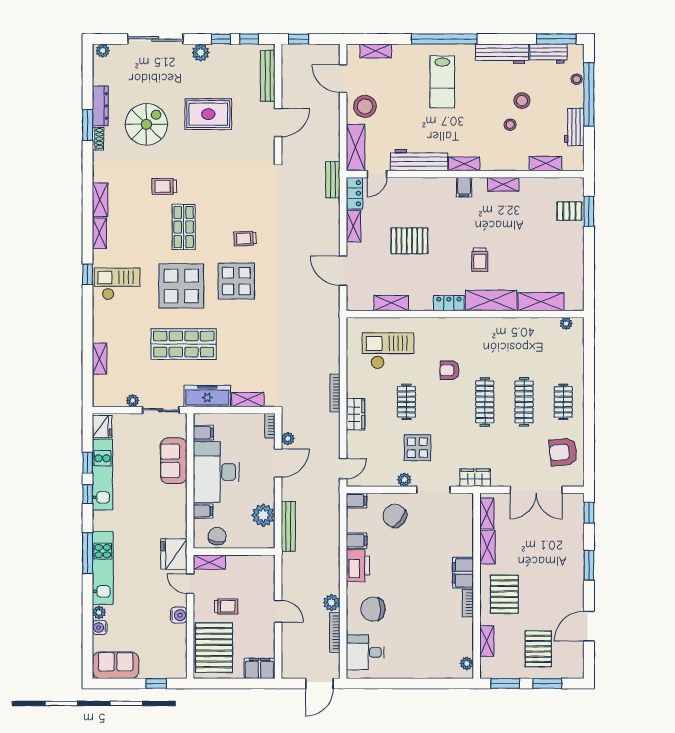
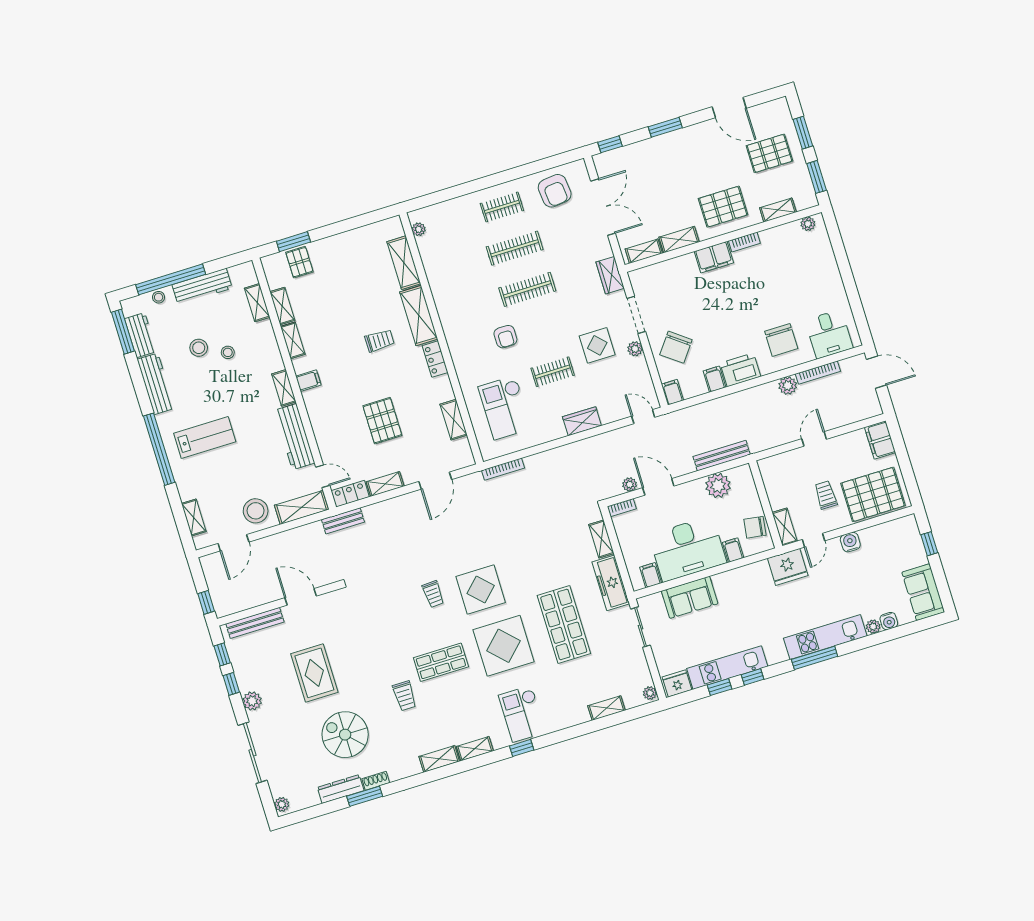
workbench: (574, 127) -> (202, 286), width x1.37
shelving: (536, 184) -> (282, 306), added
bookcase: (335, 393) -> (503, 469), moved
plant: (133, 401) -> (650, 693), moved

